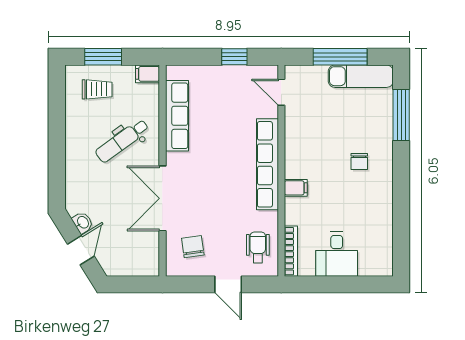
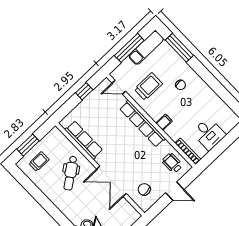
filing cabinet: (148, 74) -> (54, 134), removed
trolley: (318, 126) -> (148, 86), added

